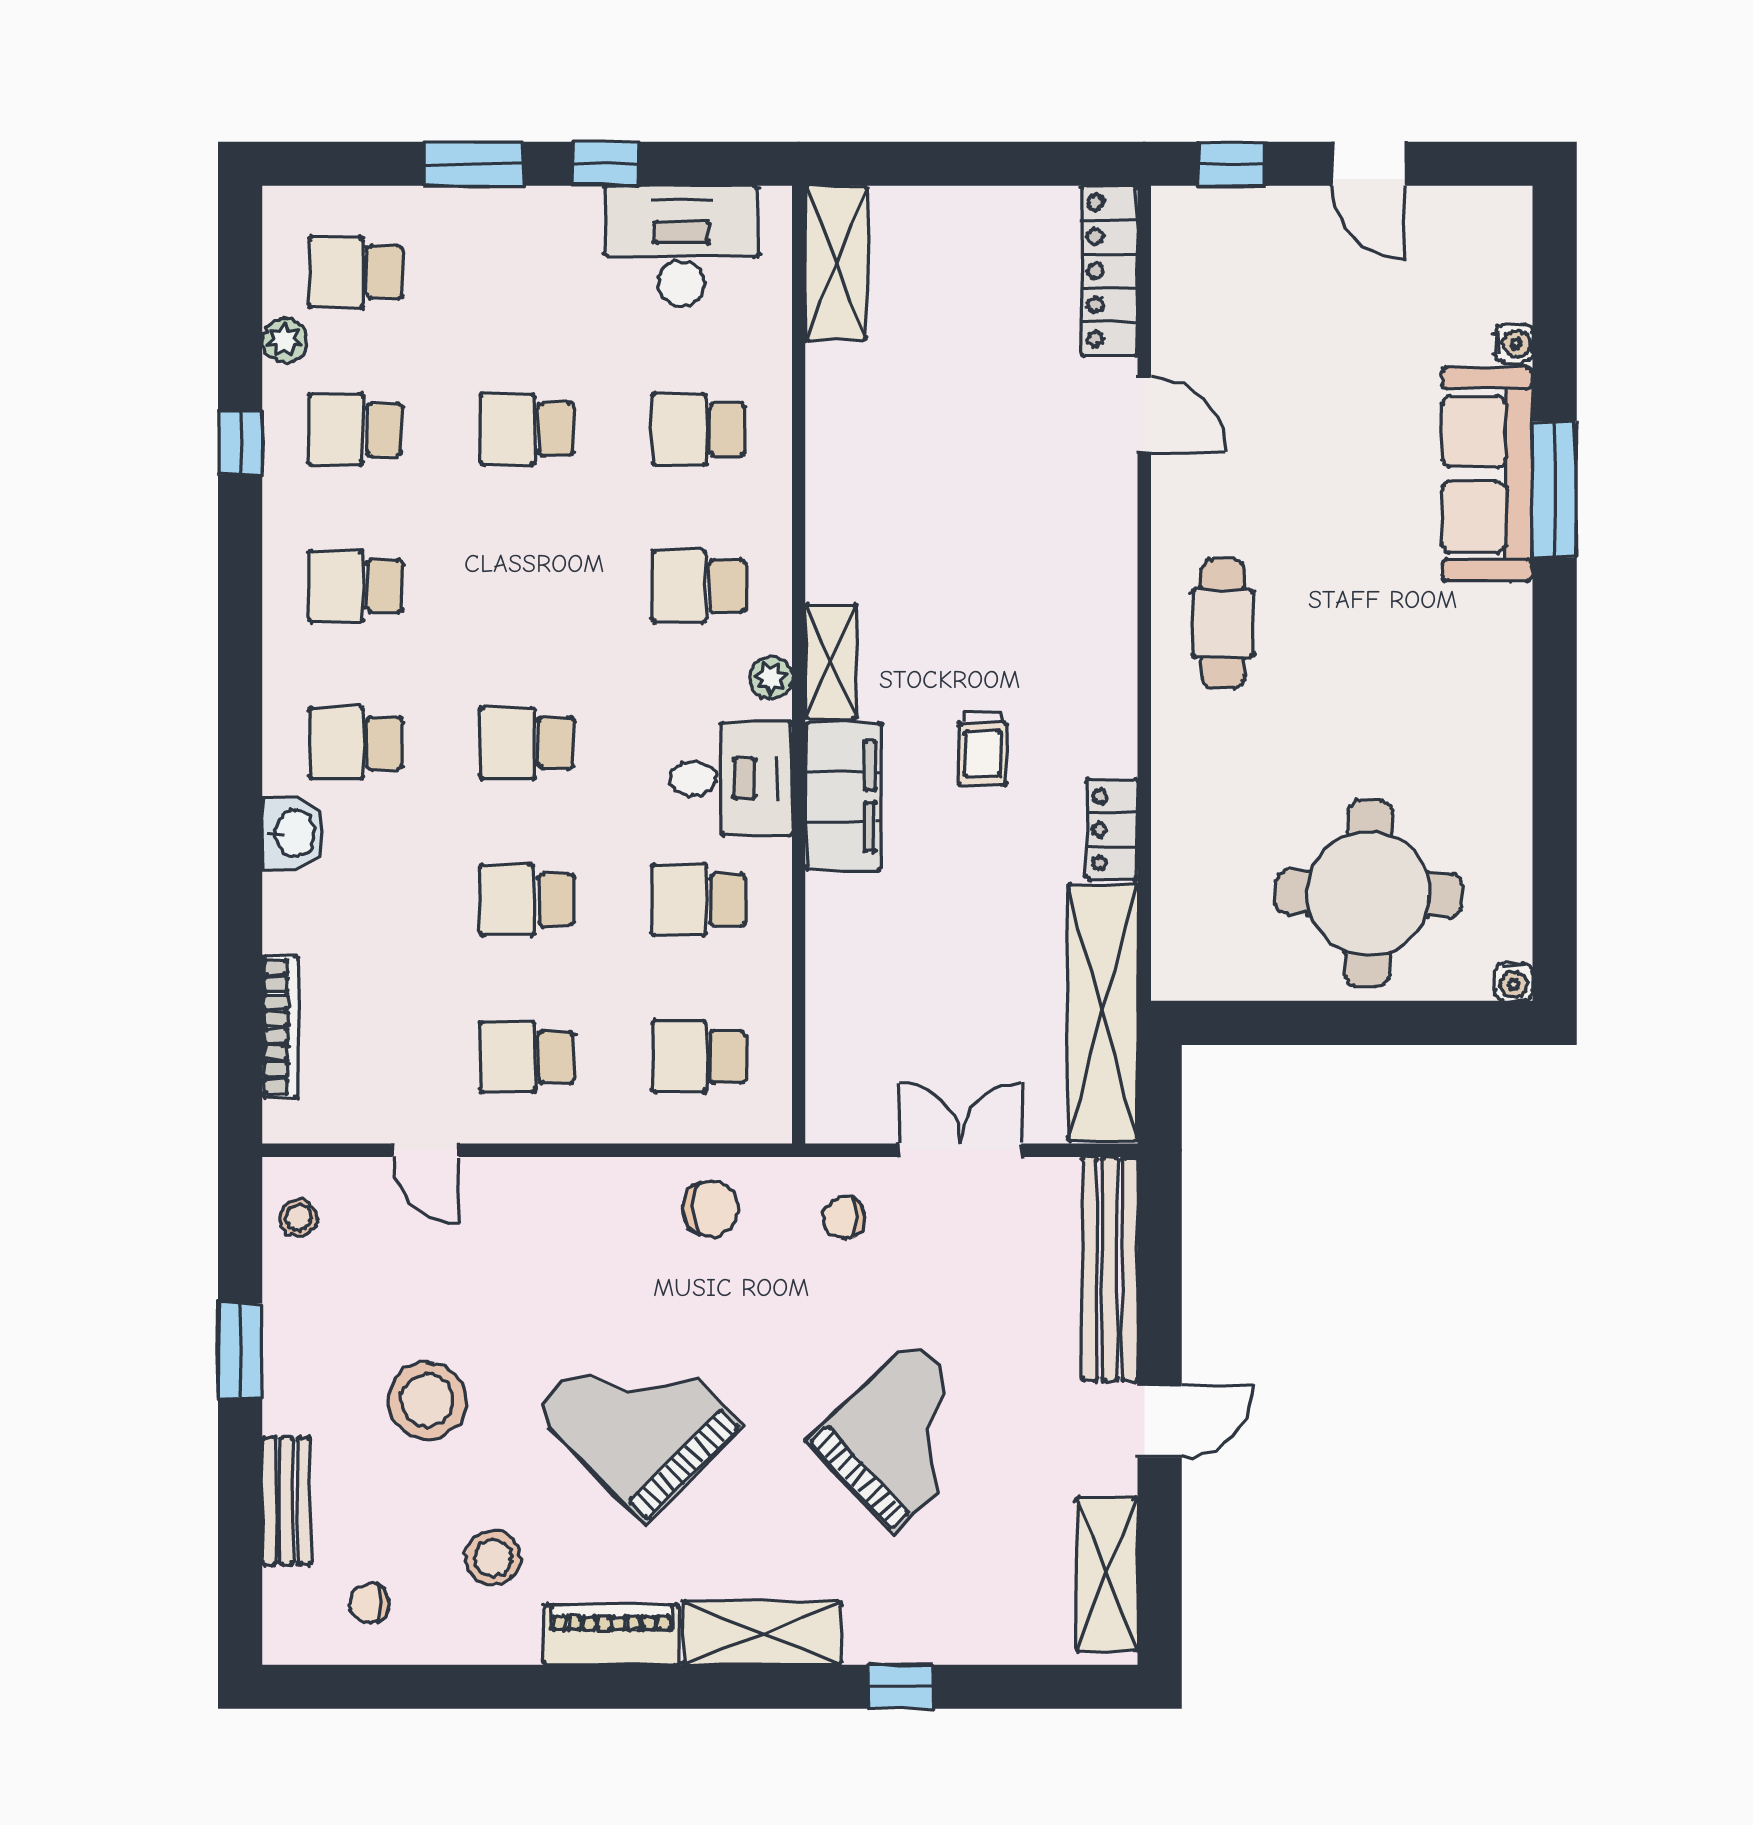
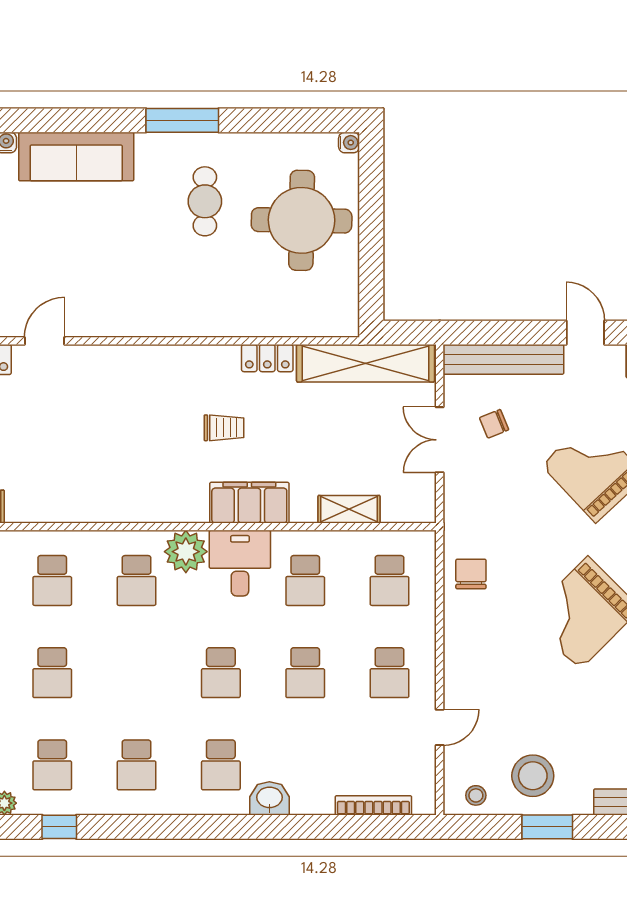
window: (1555, 489) -> (182, 120), moved
cafe table: (1223, 623) -> (205, 201), moved, turned 90
shelving: (831, 661) -> (349, 509), moved
plant: (771, 678) -> (186, 552), width x1.88, depth x1.88
chair: (844, 1218) -> (494, 424), moved, turned 68
stool: (427, 1400) -> (533, 776), moved

